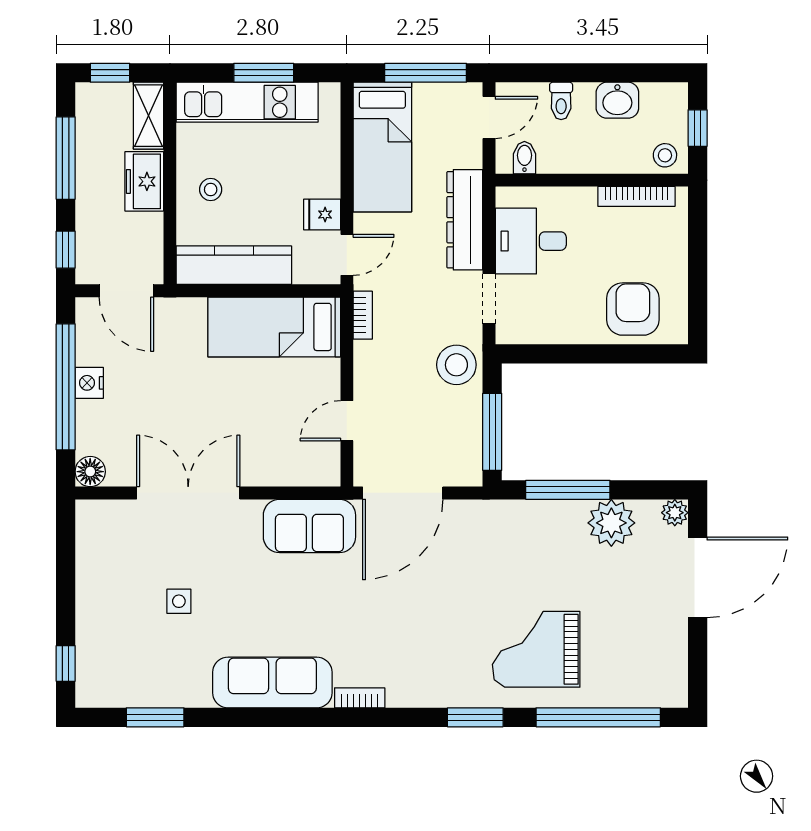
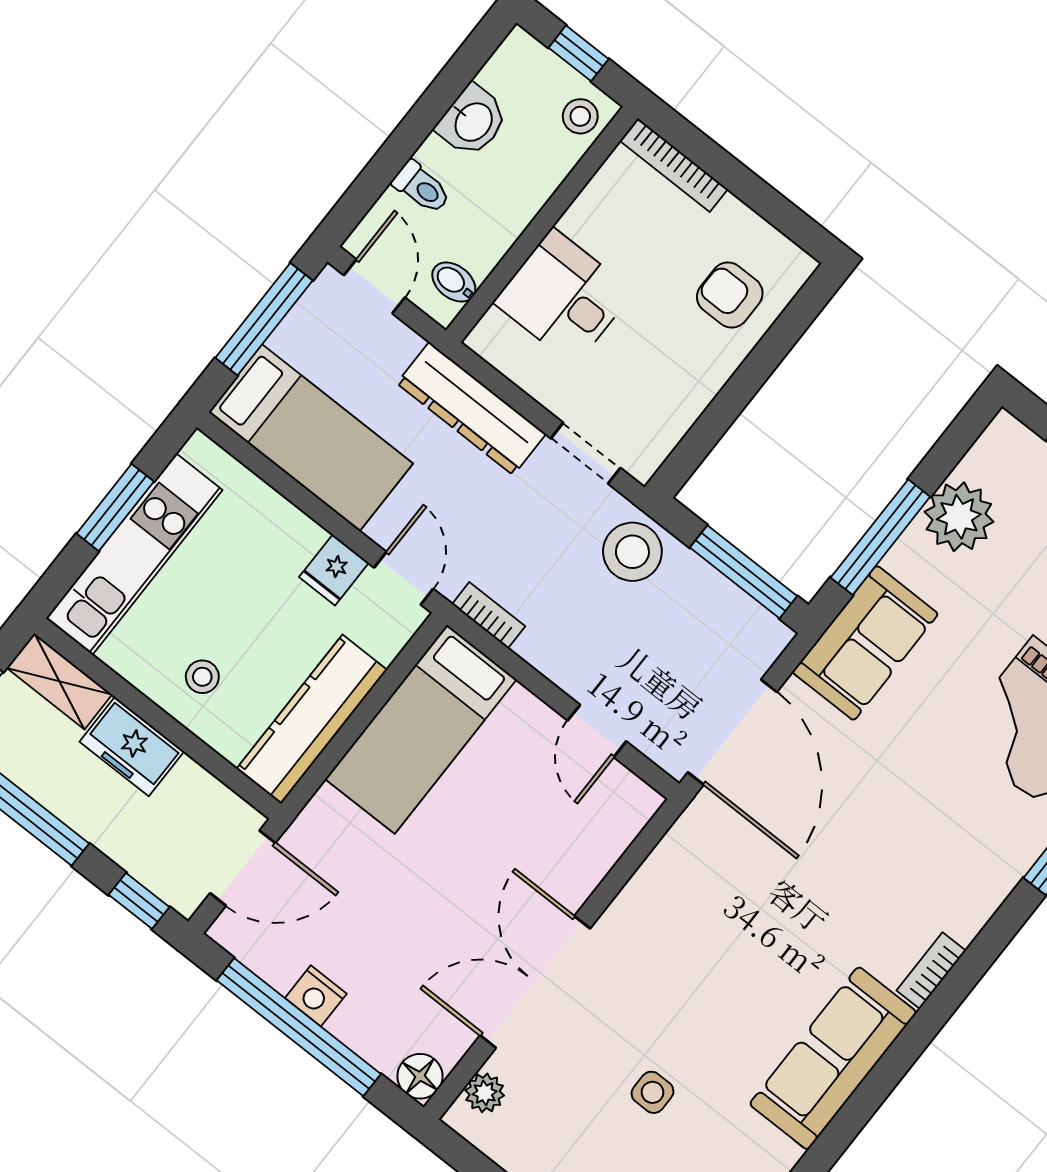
bookcase: (636, 196) -> (674, 165), moved, turned 90
desk: (531, 241) -> (564, 297), moved, turned 90
armchair: (633, 309) -> (730, 295), width x0.72, depth x0.72
plant: (675, 513) -> (485, 1093), moved
sofa: (309, 526) -> (865, 643), moved

